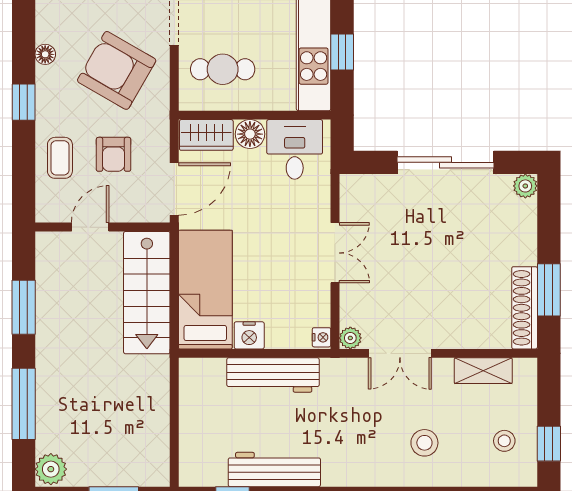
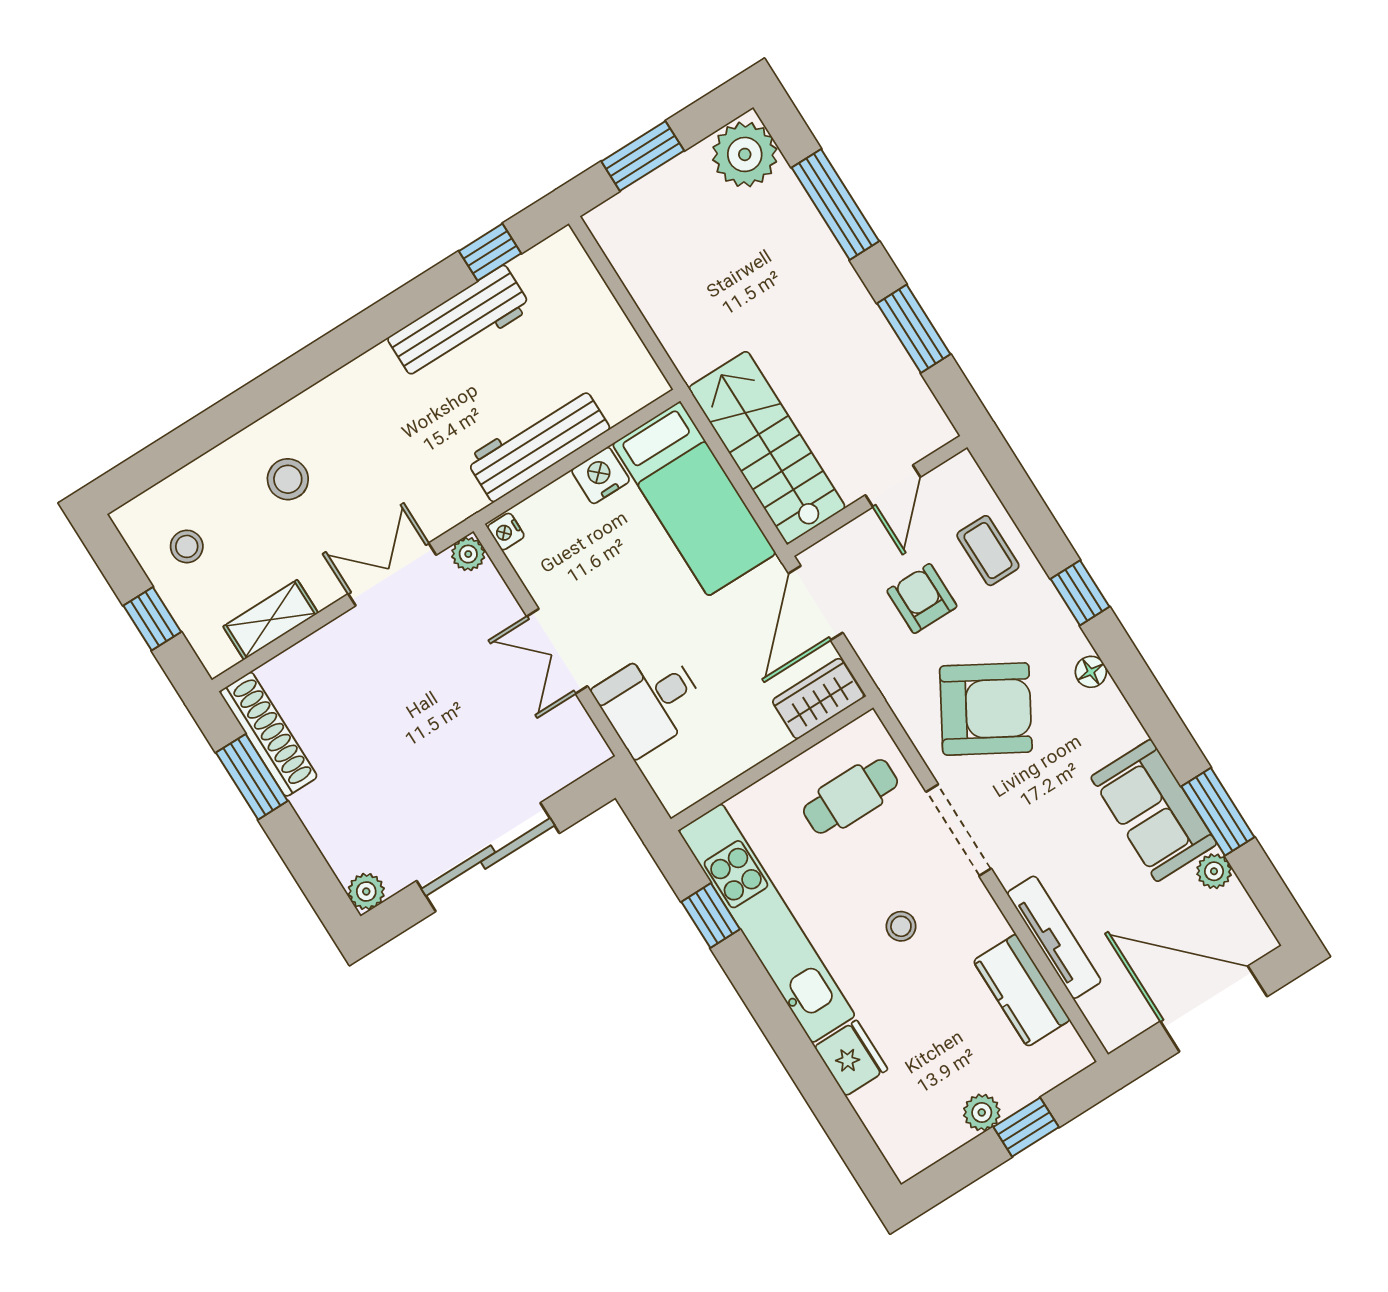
floor lamp: (250, 134) -> (763, 735), removed
desk: (295, 149) -> (650, 701), moved, turned 90
window: (549, 444) -> (152, 619), moved
plant: (51, 469) -> (745, 154), width x1.36, depth x1.36

